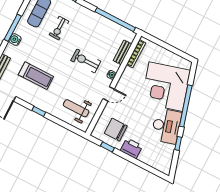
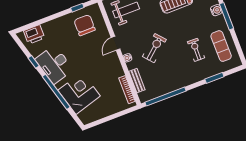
exercise bike: (86, 61) -> (154, 48), turned -41
corner desk: (166, 87) -> (79, 93), width x0.74, depth x0.74
chair: (116, 130) -> (85, 25), turned -90
printer: (131, 148) -> (34, 34), moved

